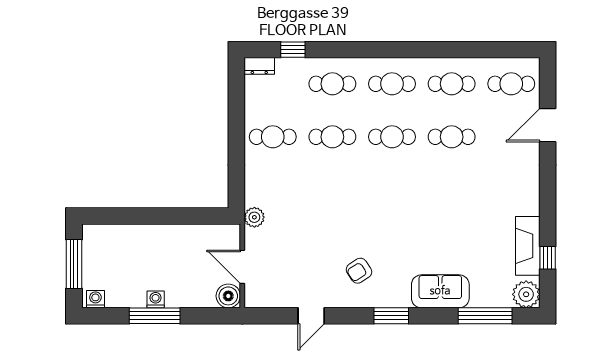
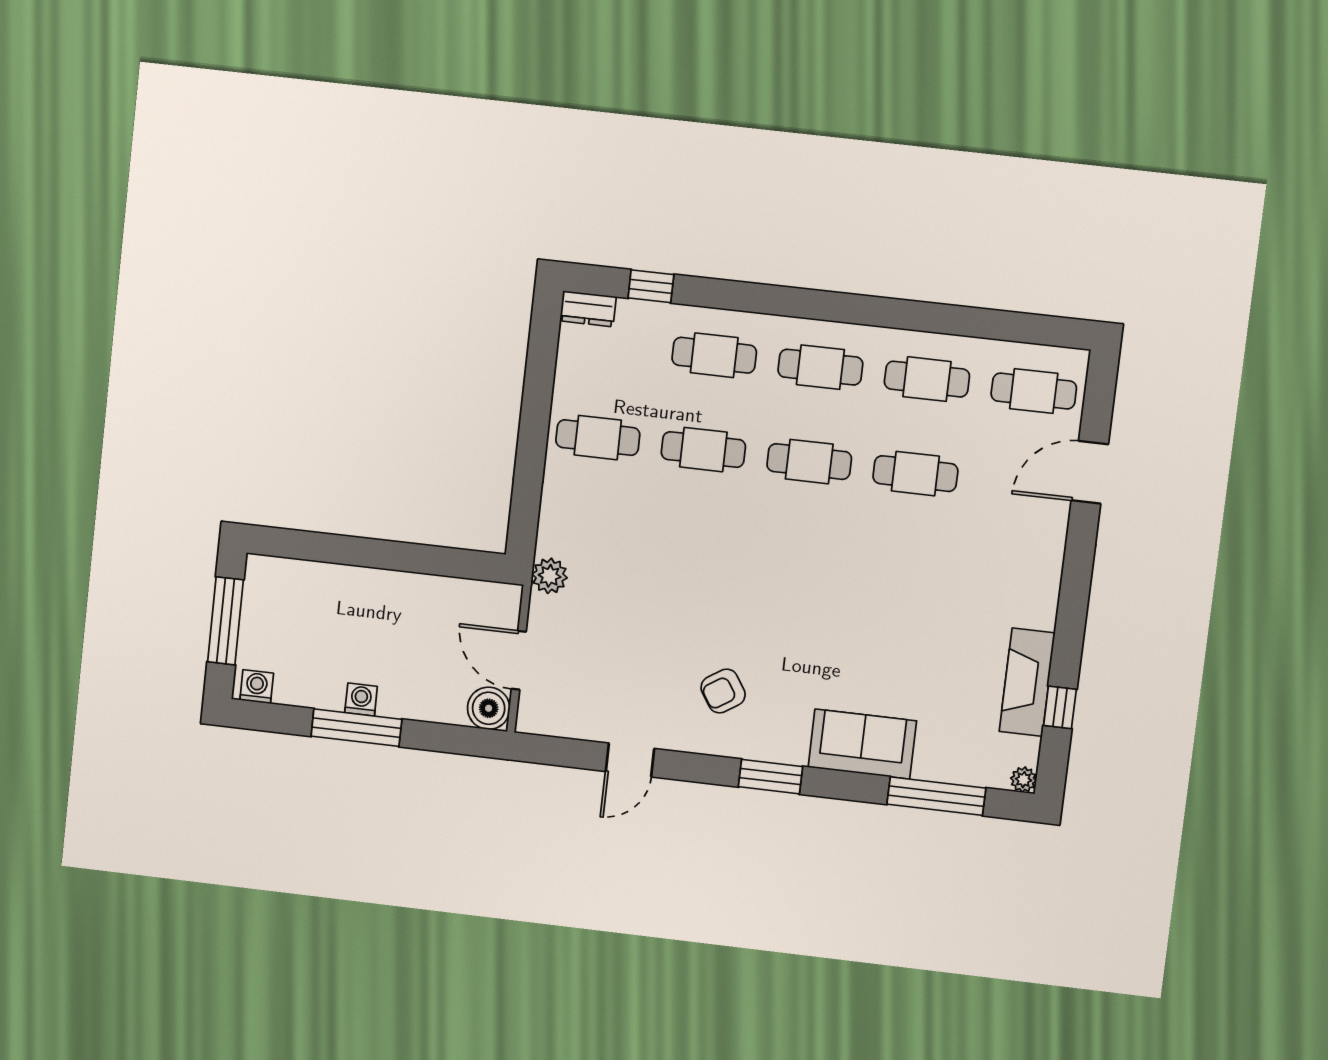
plant: (526, 294) -> (1024, 780), width x0.53, depth x0.53

